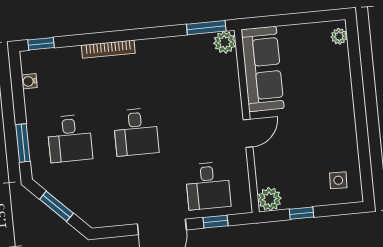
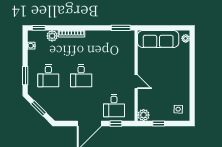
plant: (225, 42) -> (52, 36), moved
sofa: (263, 69) -> (158, 39), moved, turned 90
door: (248, 133) -> (136, 82), hinge flipped

